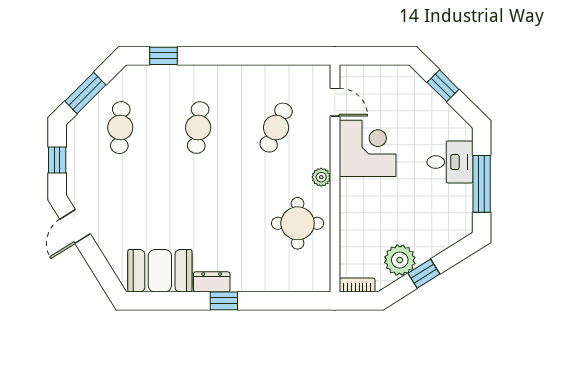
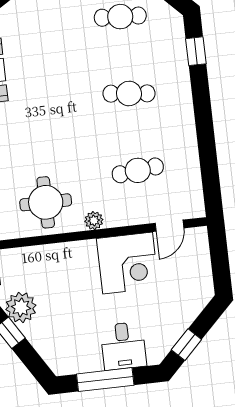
window: (443, 86) -> (186, 345), moved
cafe table: (276, 128) -> (138, 170), turned -30

